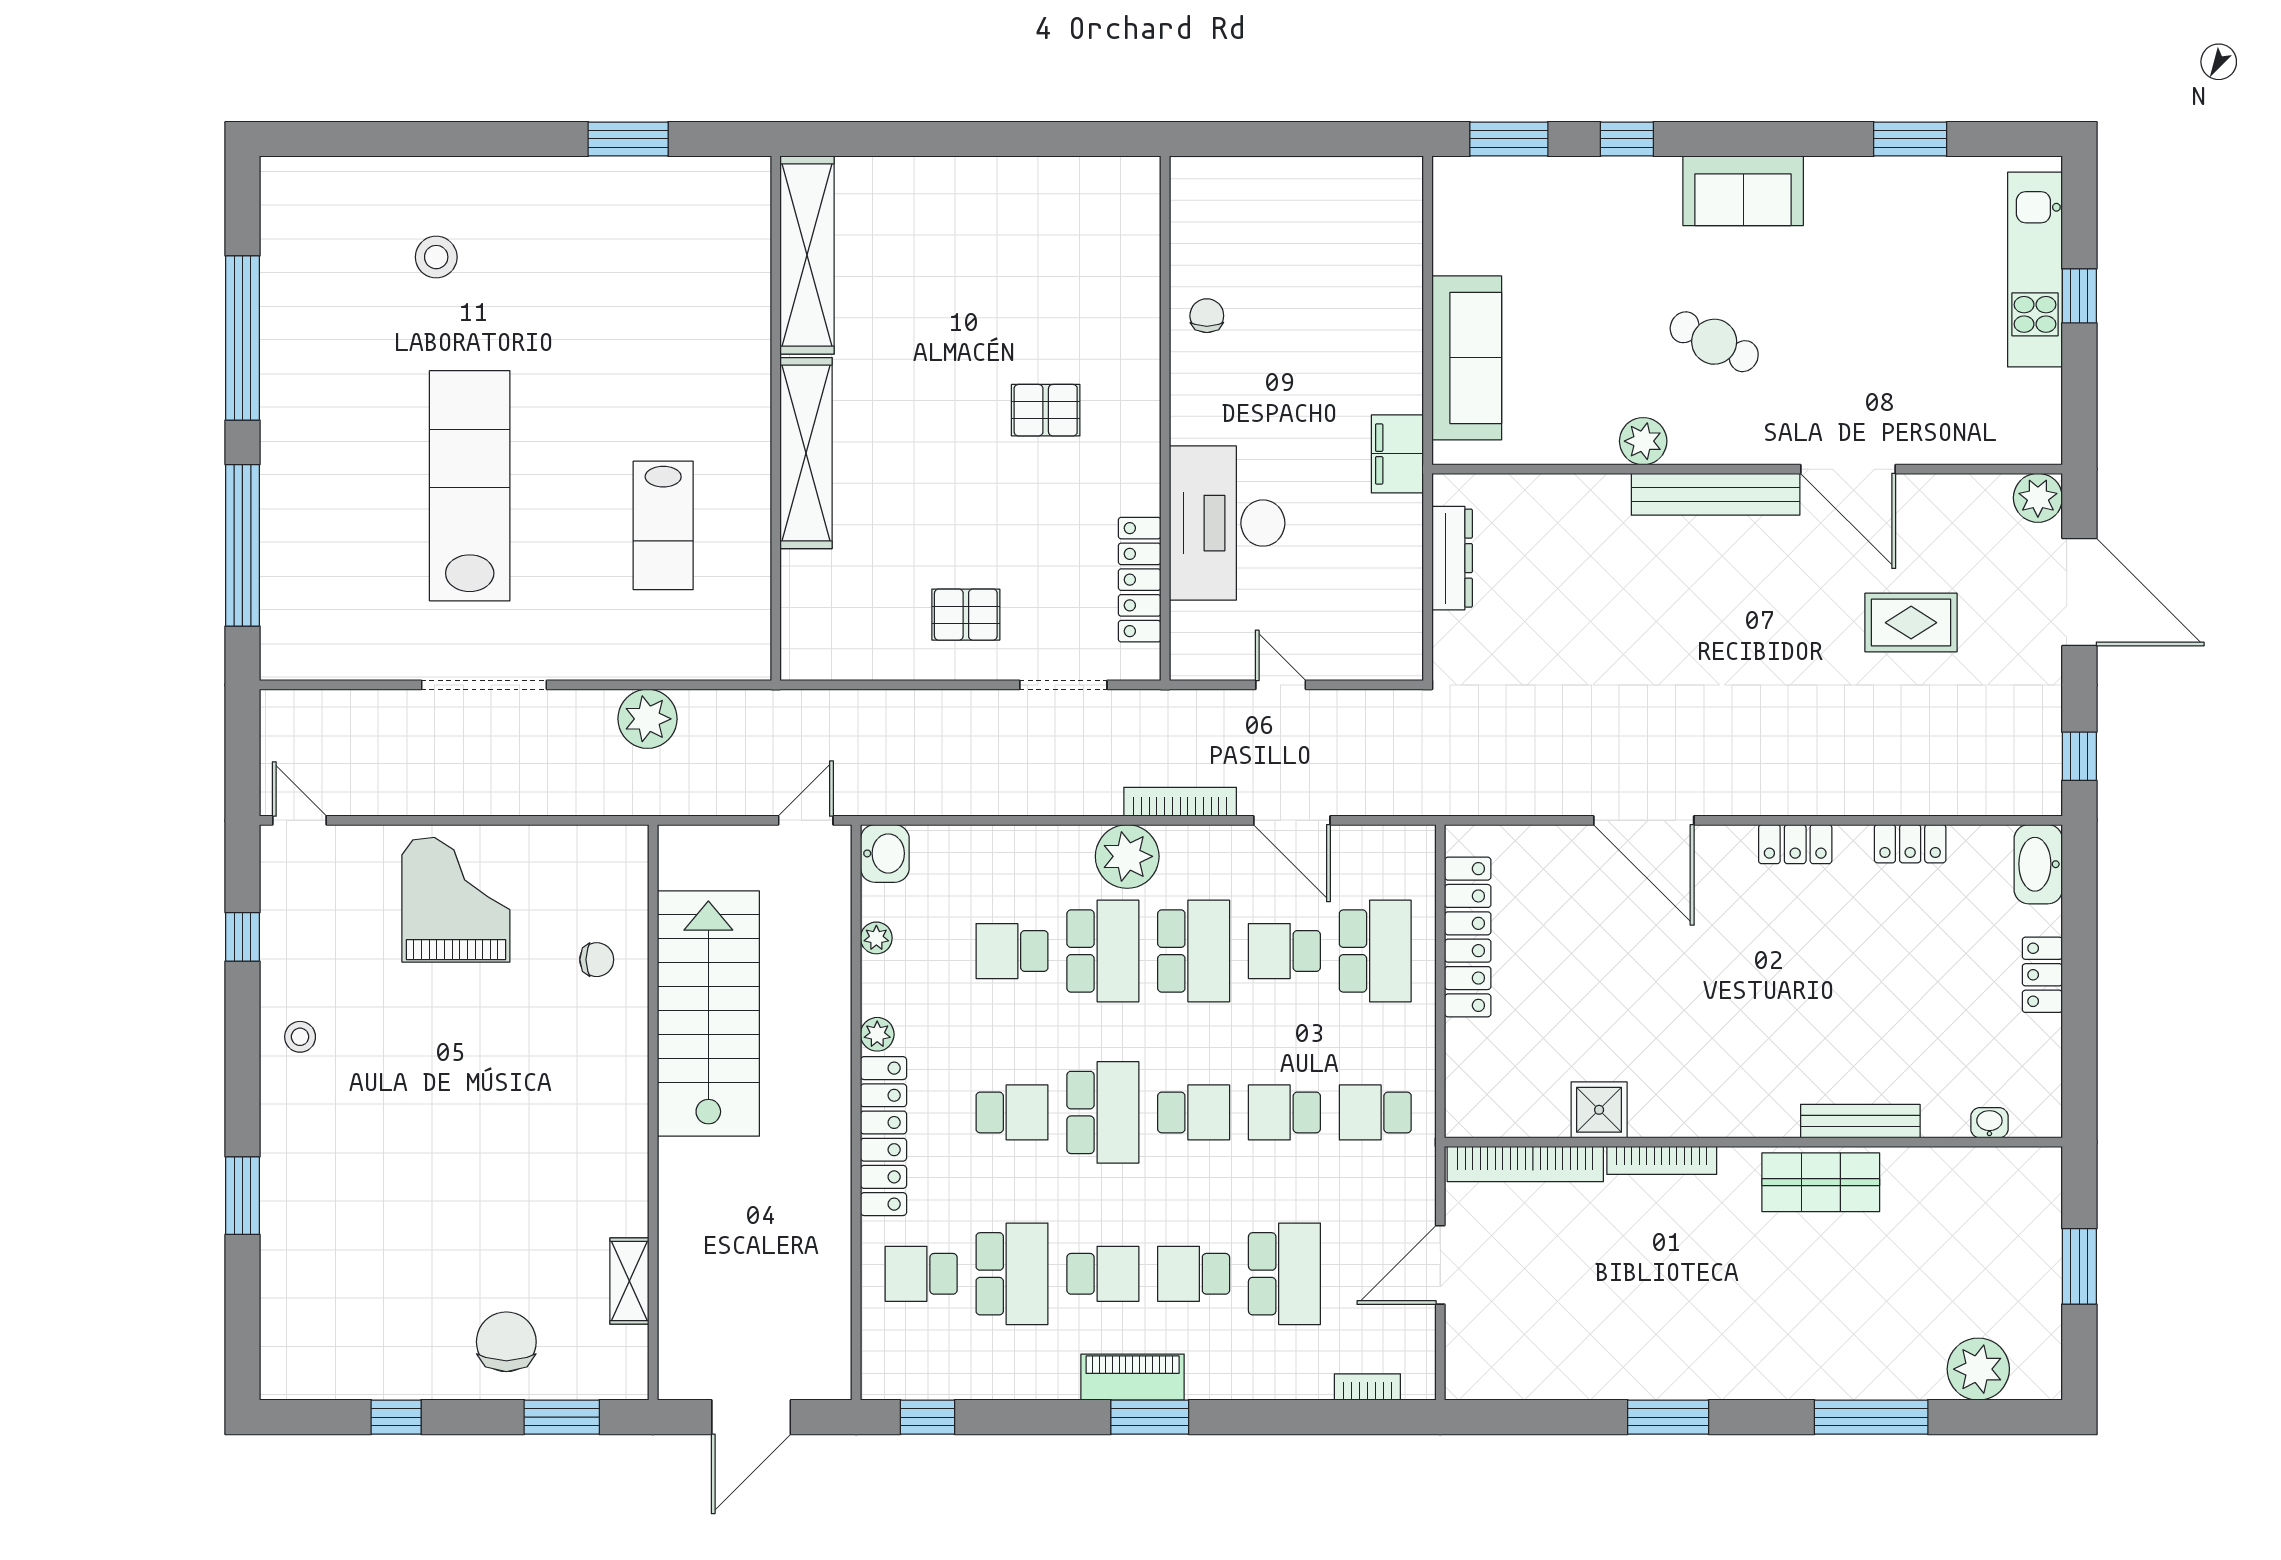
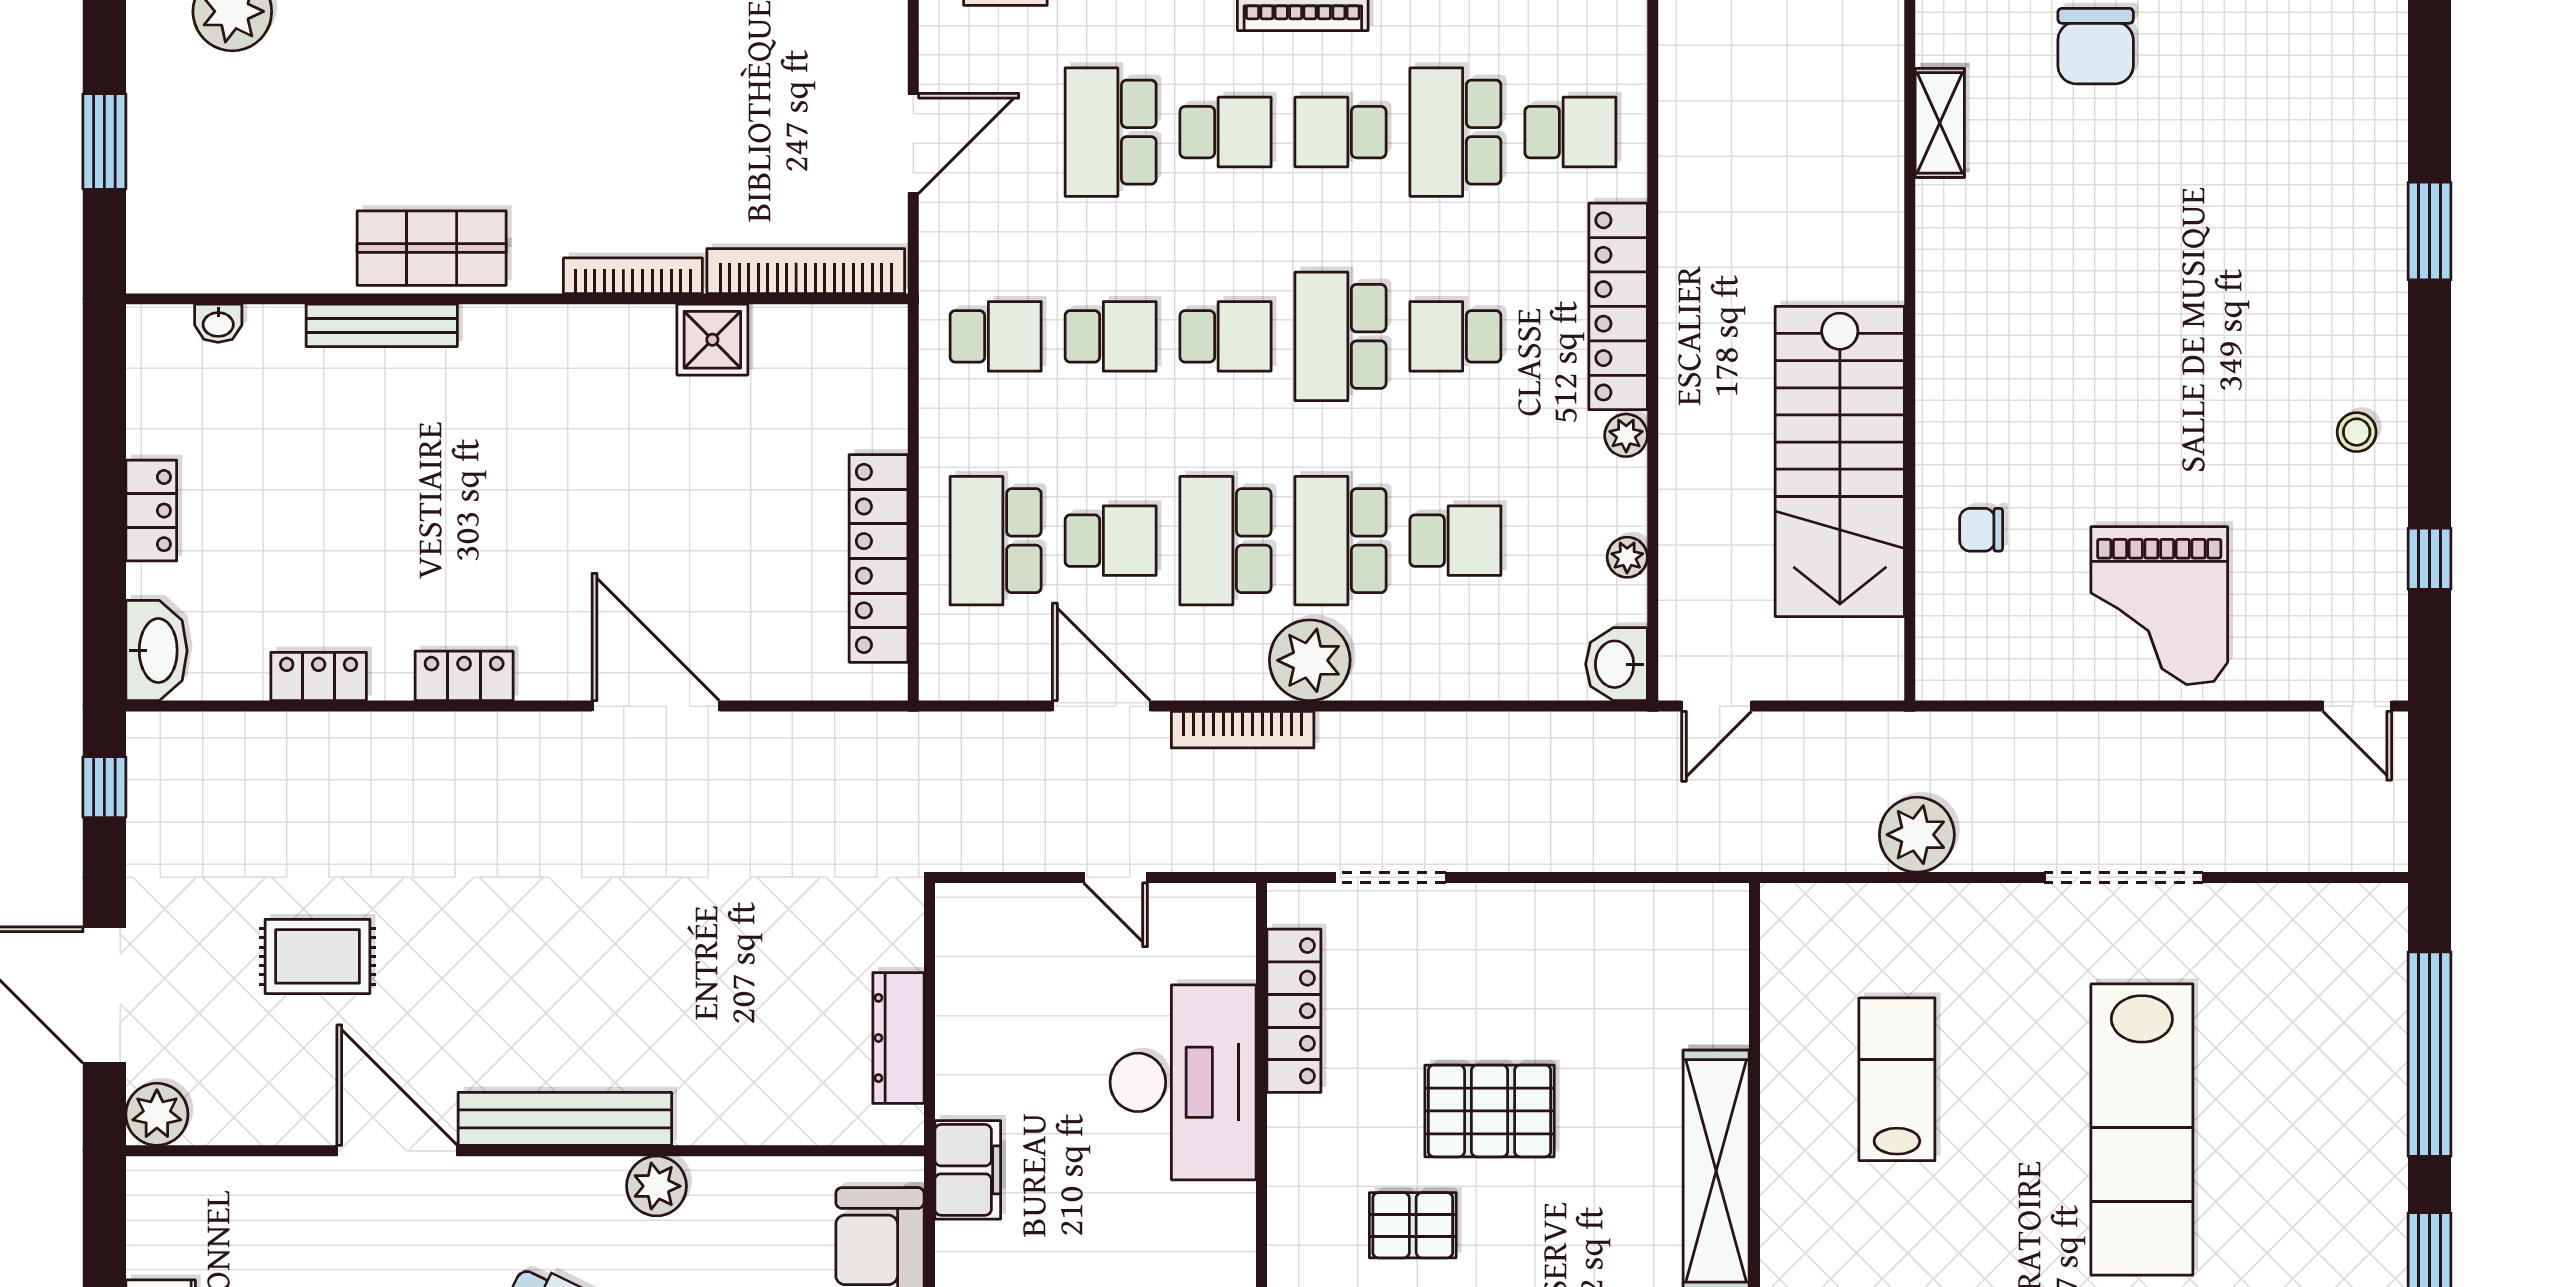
pallet: (966, 615) -> (1490, 1111), moved, width x1.50, depth x1.42
school desk: (1194, 1112) -> (1226, 336), turned 180

